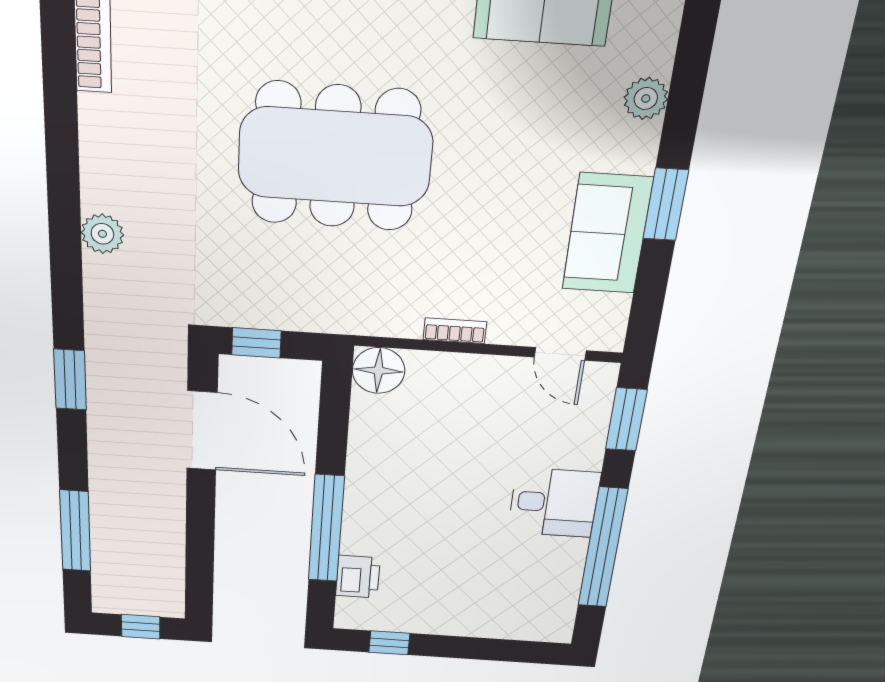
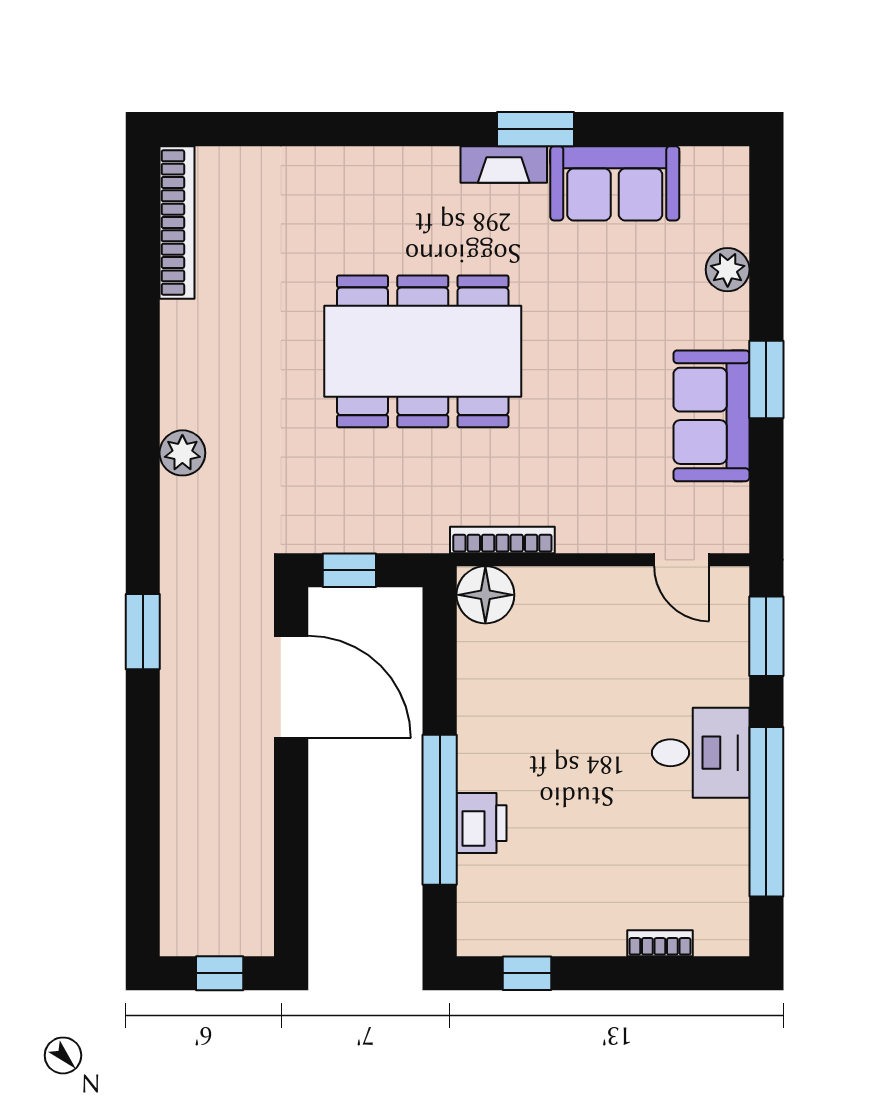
bookcase: (455, 331) -> (502, 540), moved, width x1.56
window: (75, 531) -> (143, 836), removed
printer: (358, 577) -> (481, 823), moved
bookcase: (500, 631) -> (660, 943), added

